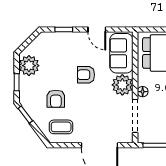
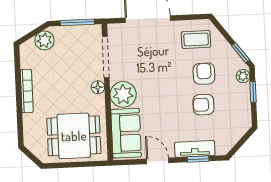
tv unit: (66, 38) -> (195, 149), added
plant: (29, 66) -> (243, 76), moved, width x0.53, depth x0.53
armchair: (86, 75) -> (203, 105), moved, turned 180

